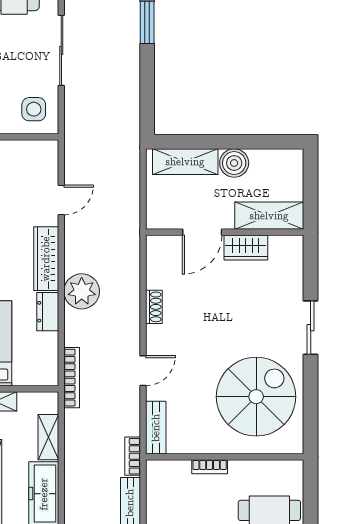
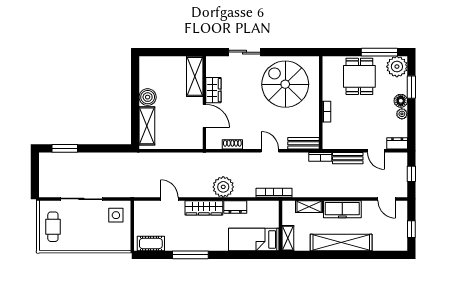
shelving: (269, 216) -> (195, 76), moved
door: (202, 232) -> (204, 116), moved
wall: (225, 232) -> (204, 103), moved
wardrobe: (246, 247) -> (213, 90), moved

